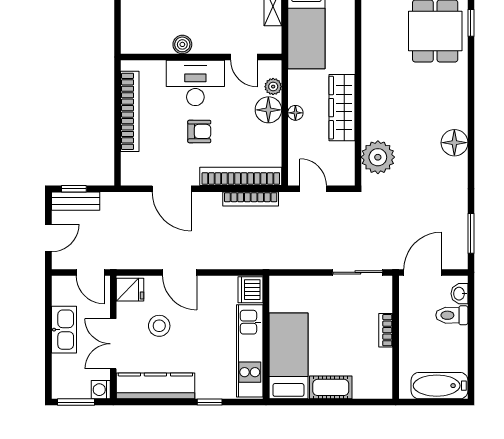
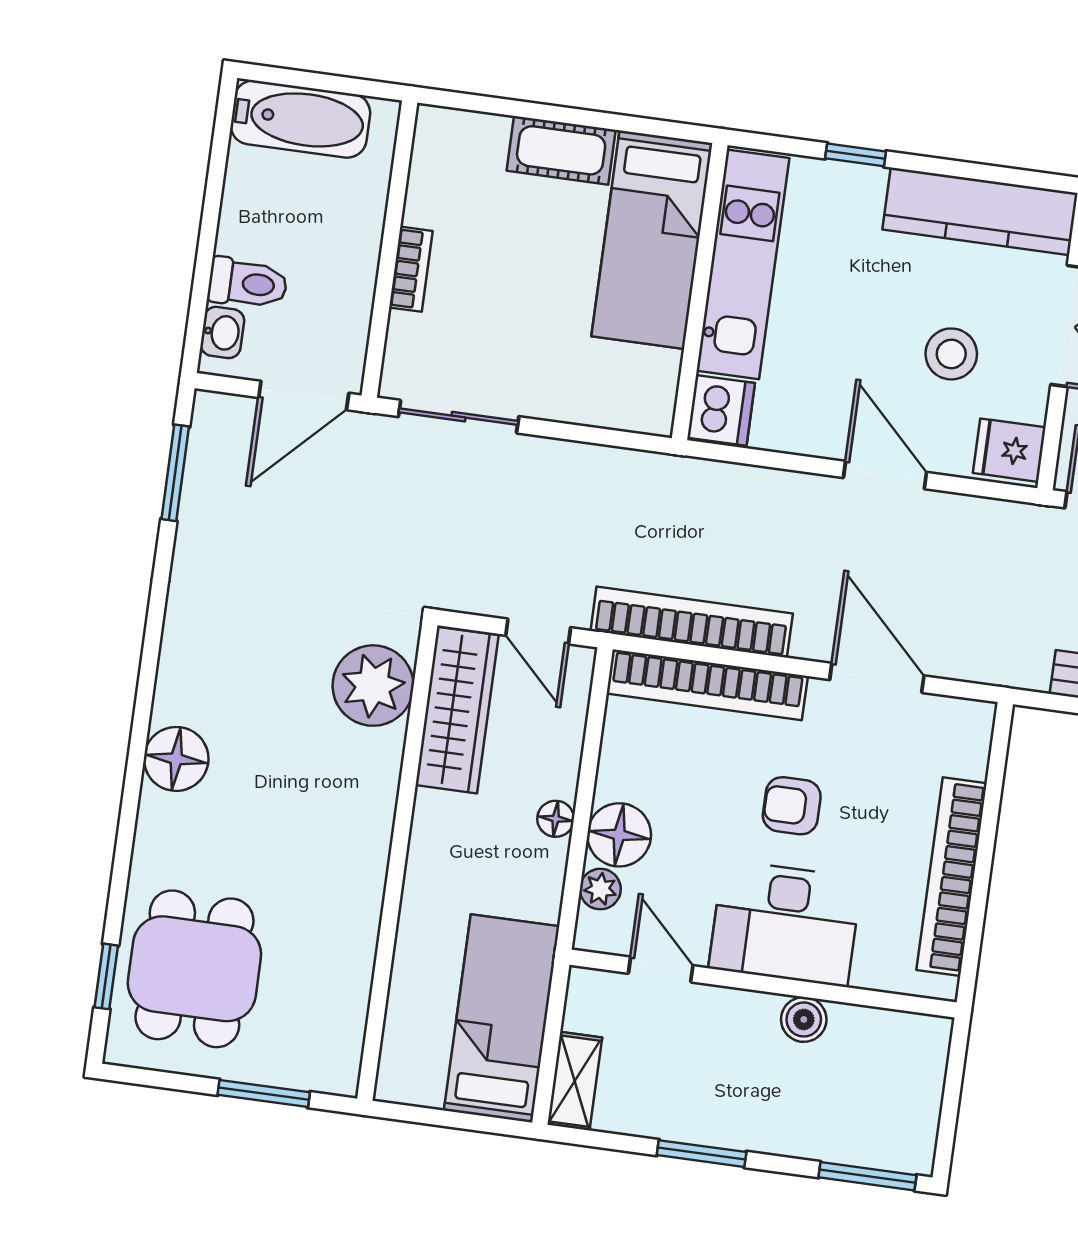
wardrobe: (342, 108) -> (457, 710), moved
floor lamp: (454, 143) -> (176, 759), moved
bookcase: (251, 199) -> (692, 622), width x1.48, depth x1.31

